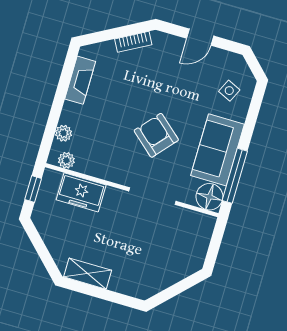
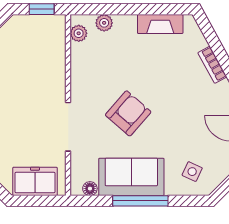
window: (235, 176) -> (140, 201), moved
freezer: (81, 192) -> (35, 181), moved, turned 90
floor lamp: (209, 197) -> (90, 189), width x0.53, depth x0.53

